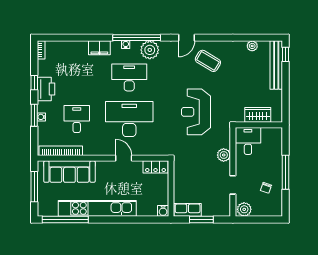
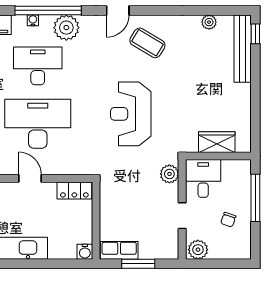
wardrobe: (258, 115) -> (217, 142), moved
wall: (259, 125) -> (218, 156), moved
desk: (248, 141) -> (203, 178), moved

